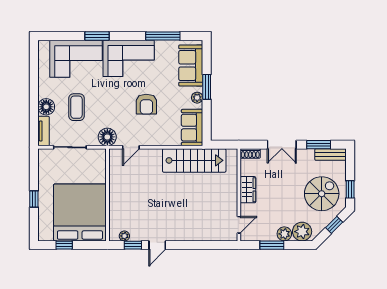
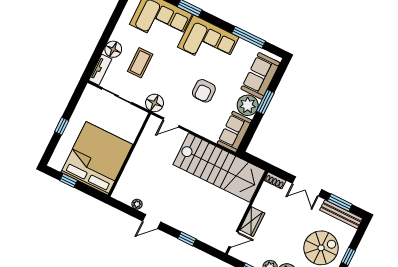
plant: (197, 98) -> (248, 105), width x1.87, depth x1.87
bench: (331, 155) -> (341, 214), width x1.36
stairs: (194, 160) -> (219, 168), width x1.36, depth x1.51
wardrobe: (248, 190) -> (252, 222), moved
plant: (124, 236) -> (137, 204), moved
window: (133, 245) -> (187, 239), moved

